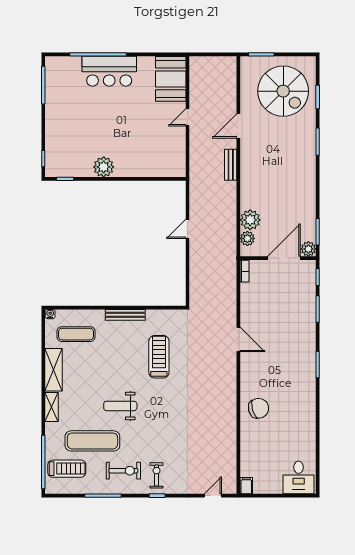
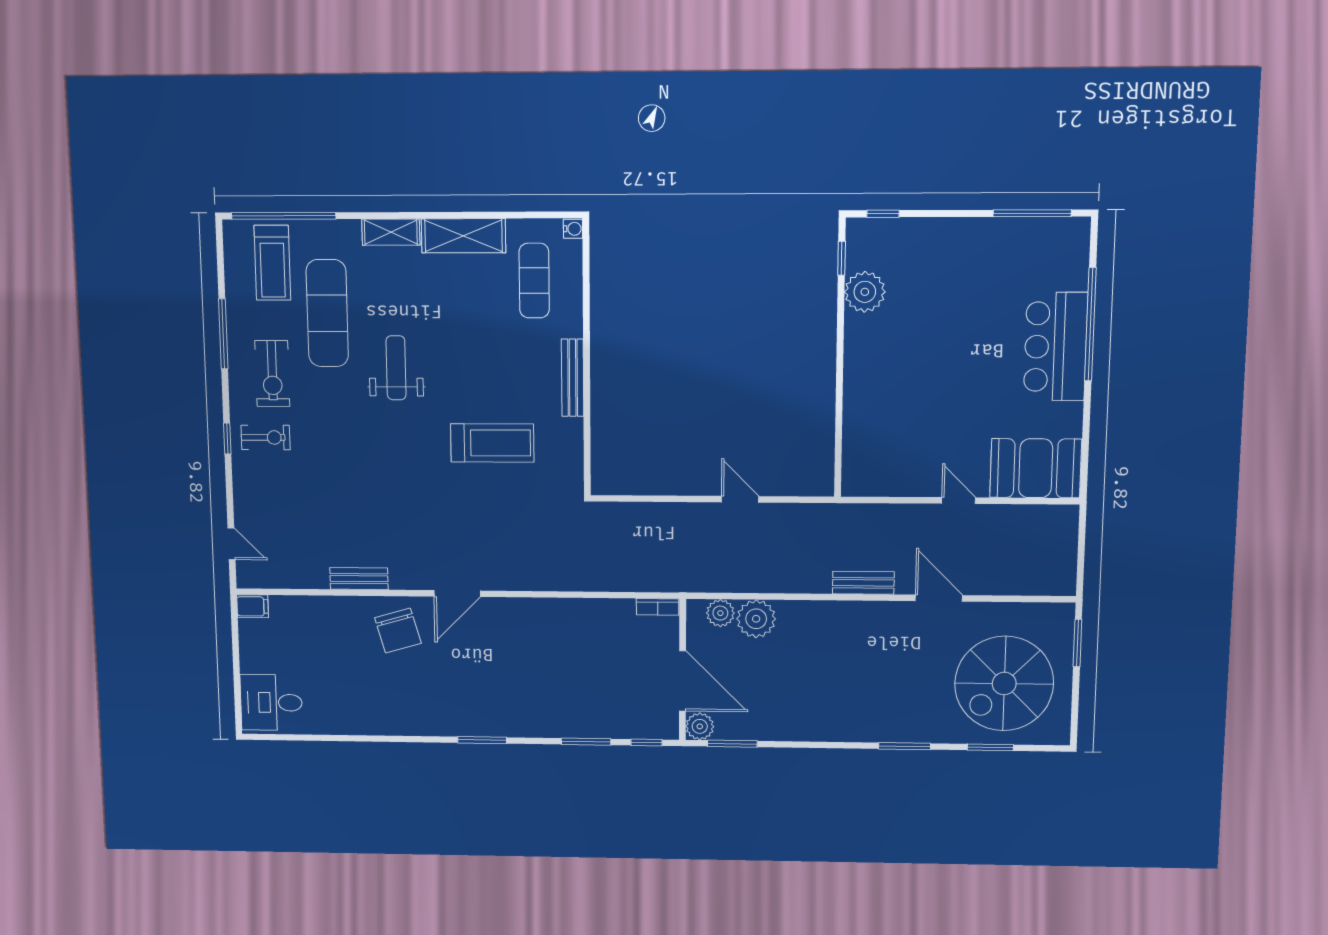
plant: (104, 167) -> (865, 292), moved
door: (238, 339) -> (457, 594), moved
bench: (231, 428) -> (359, 579), added

